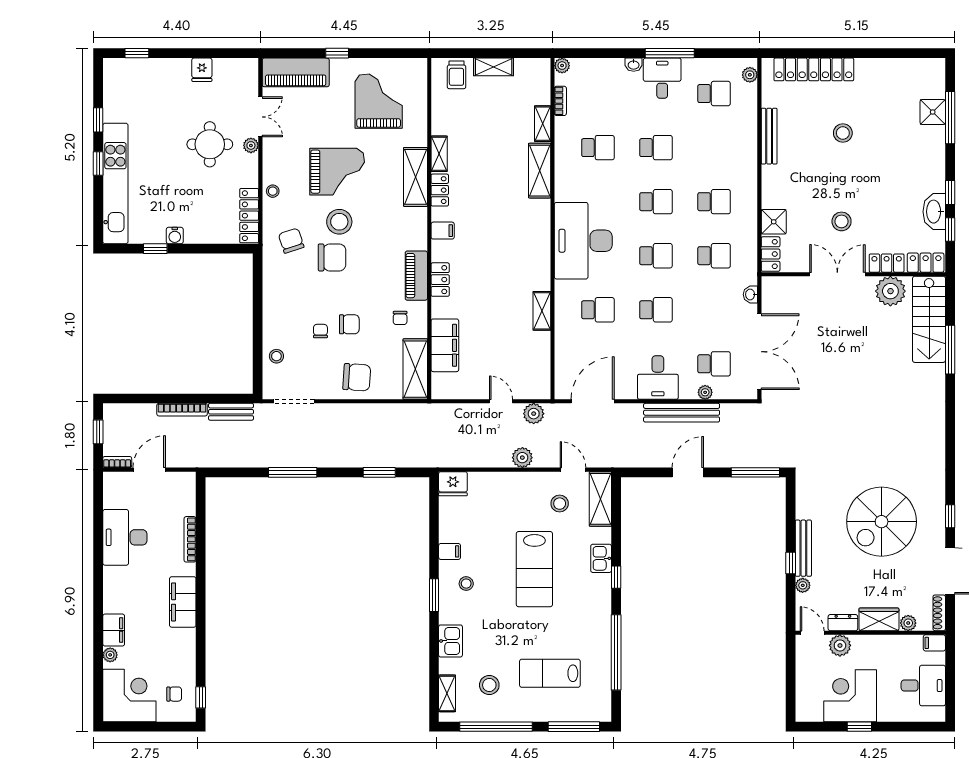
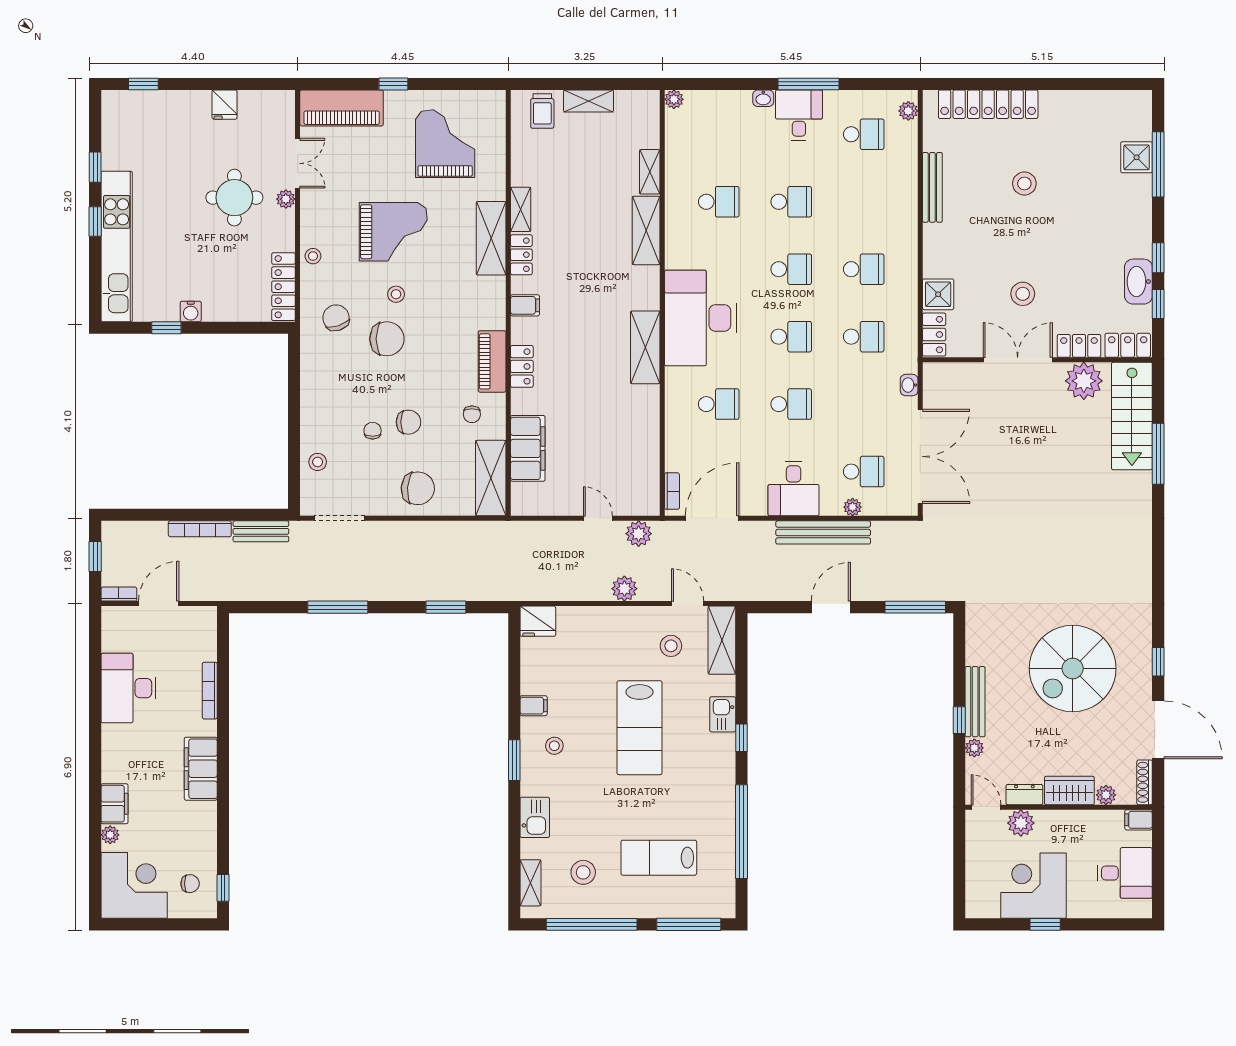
bookcase: (560, 101) -> (672, 491), moved
stool: (339, 222) -> (396, 294), width x0.53, depth x0.53
shelving: (542, 311) -> (645, 347), moved, width x1.50, depth x1.33

